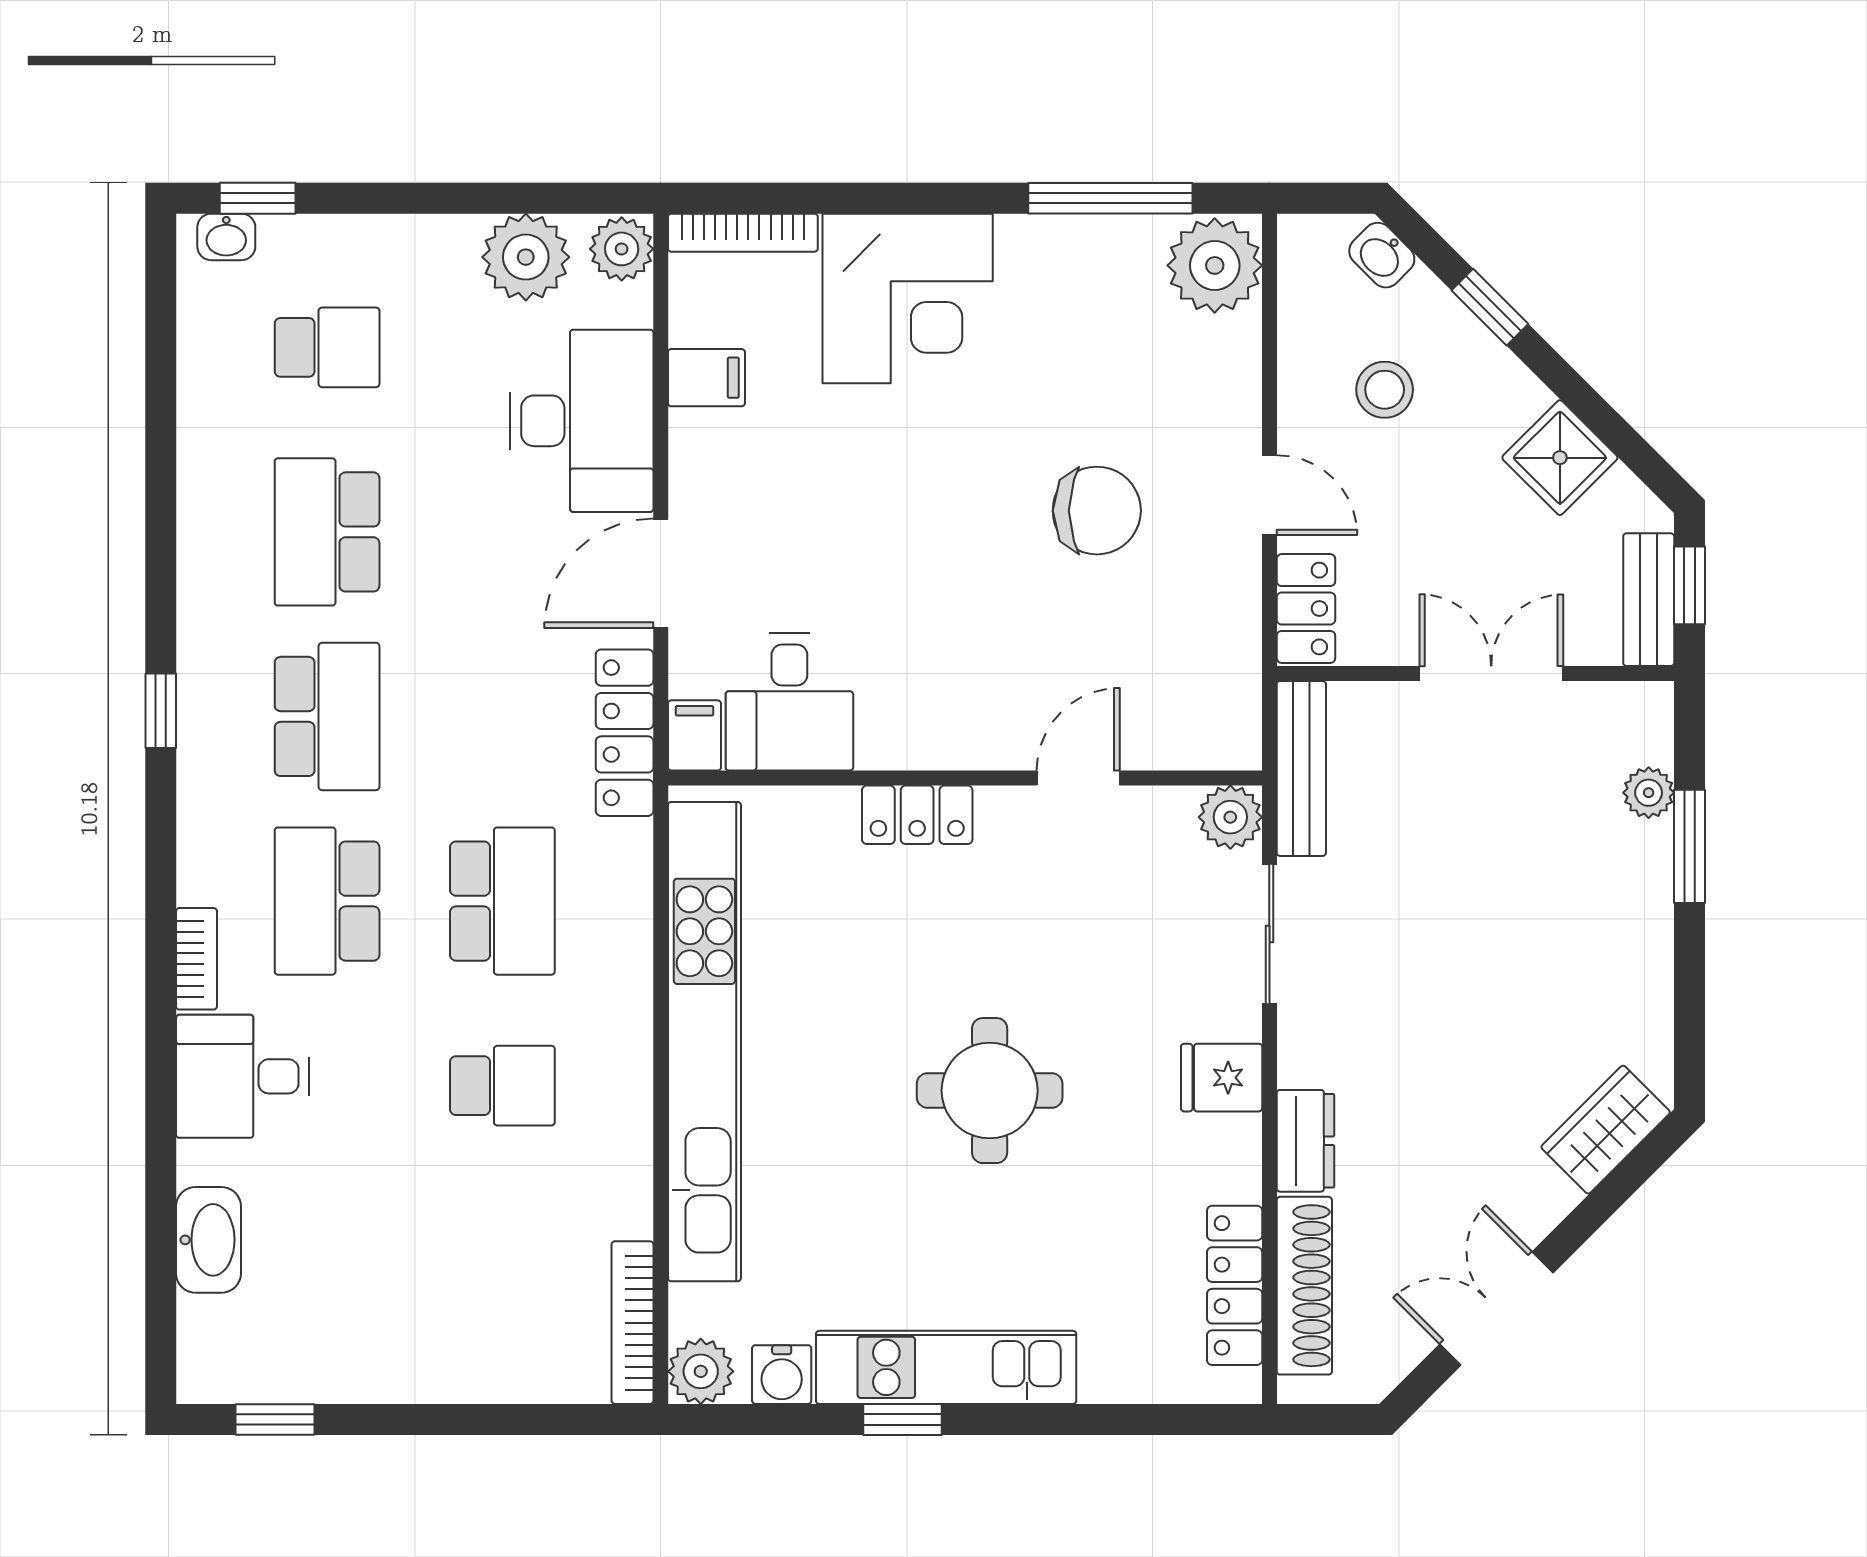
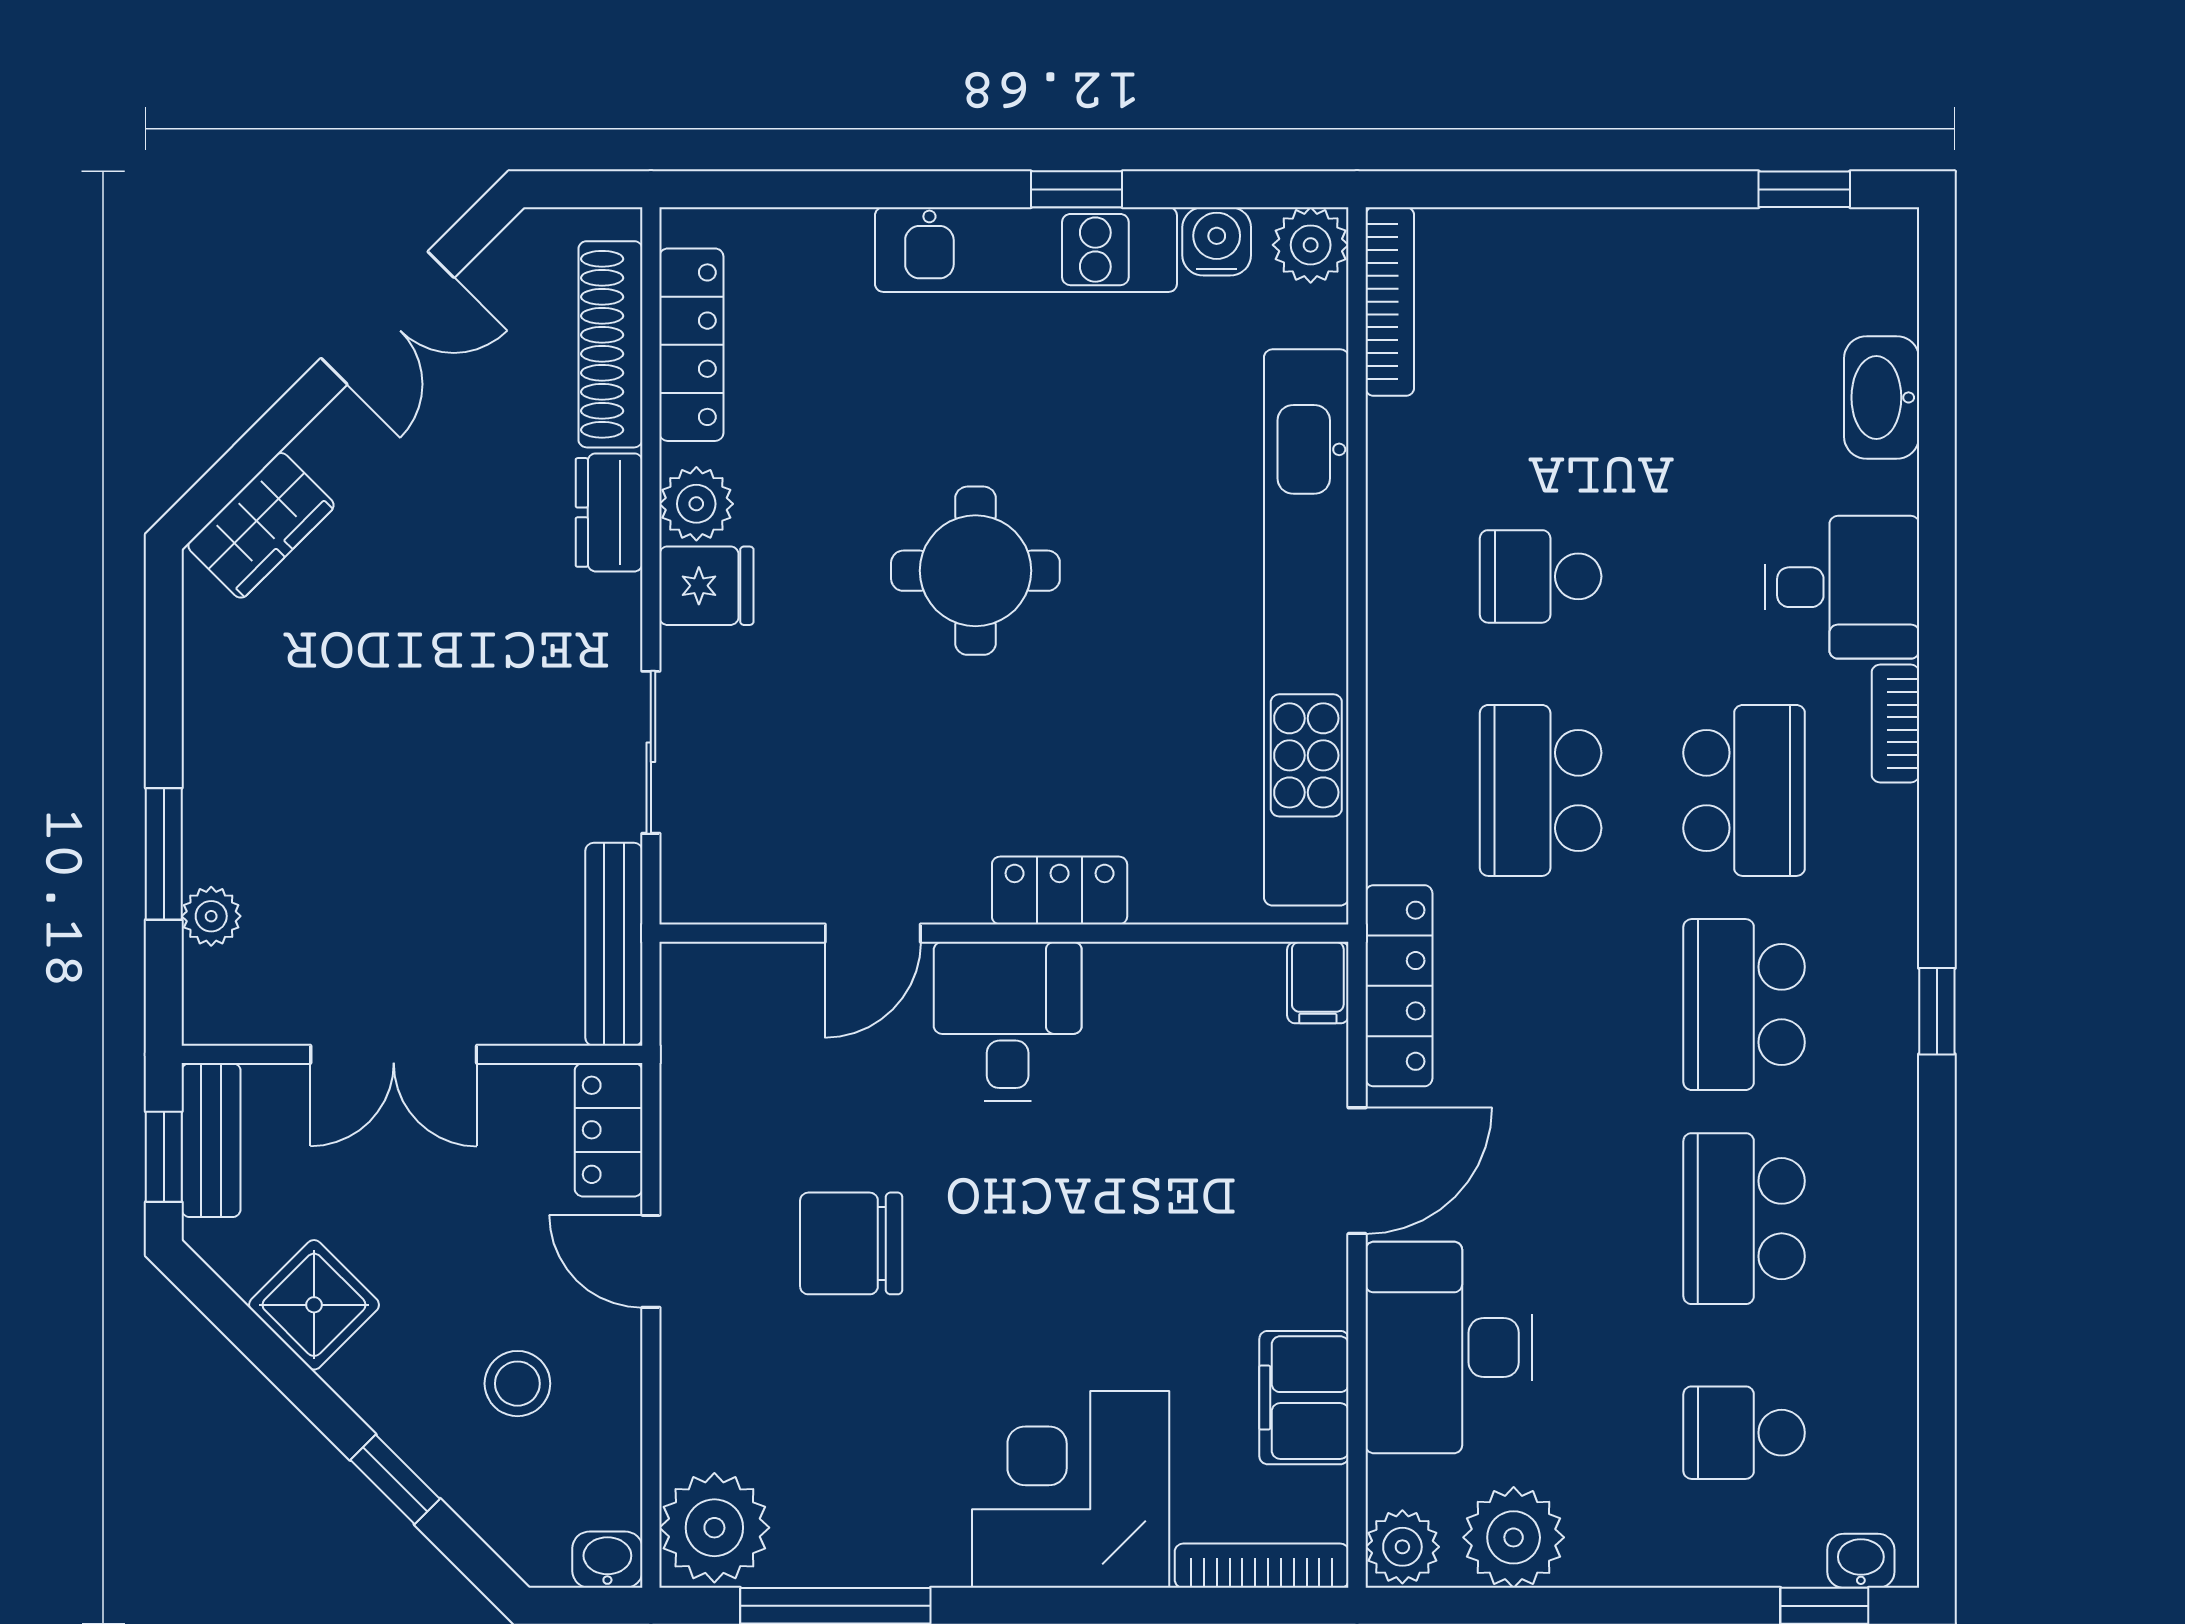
washbasin: (1382, 255) -> (607, 1560), moved, turned -45
filing cabinet: (706, 378) -> (1304, 1398), width x2.00
school desk: (327, 532) -> (1744, 1219), turned 180
desk: (789, 702) -> (1008, 1021), moved
plant: (1230, 817) -> (696, 504), moved

